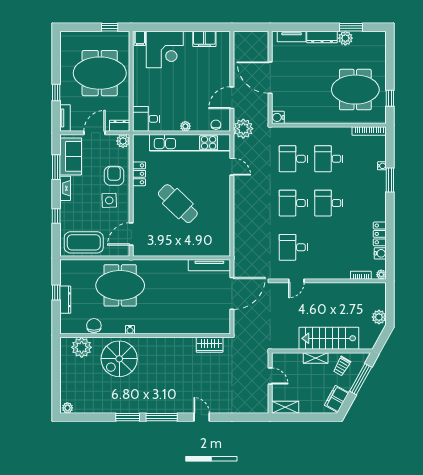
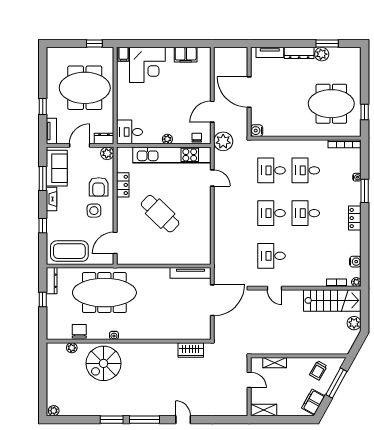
armchair: (114, 176) -> (99, 187), turned 180
locker: (380, 234) -> (355, 218), moved
door: (296, 281) -> (274, 288), hinge flipped
meeting table: (120, 285) -> (104, 293), width x1.36
dresser: (65, 300) -> (52, 281), moved
stairs: (329, 338) -> (332, 300), moved, turned 180
plant: (82, 347) -> (72, 348), width x0.53, depth x0.53
shelving: (316, 358) -> (275, 363), moved

